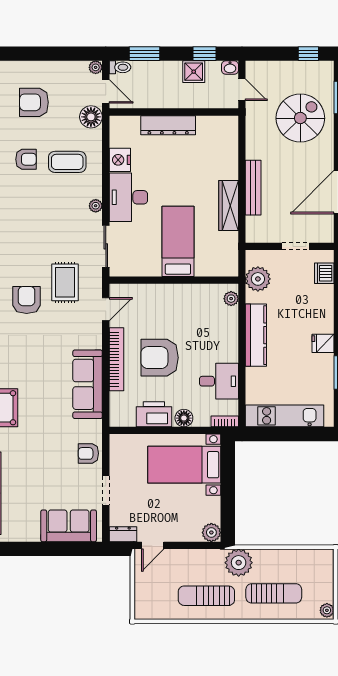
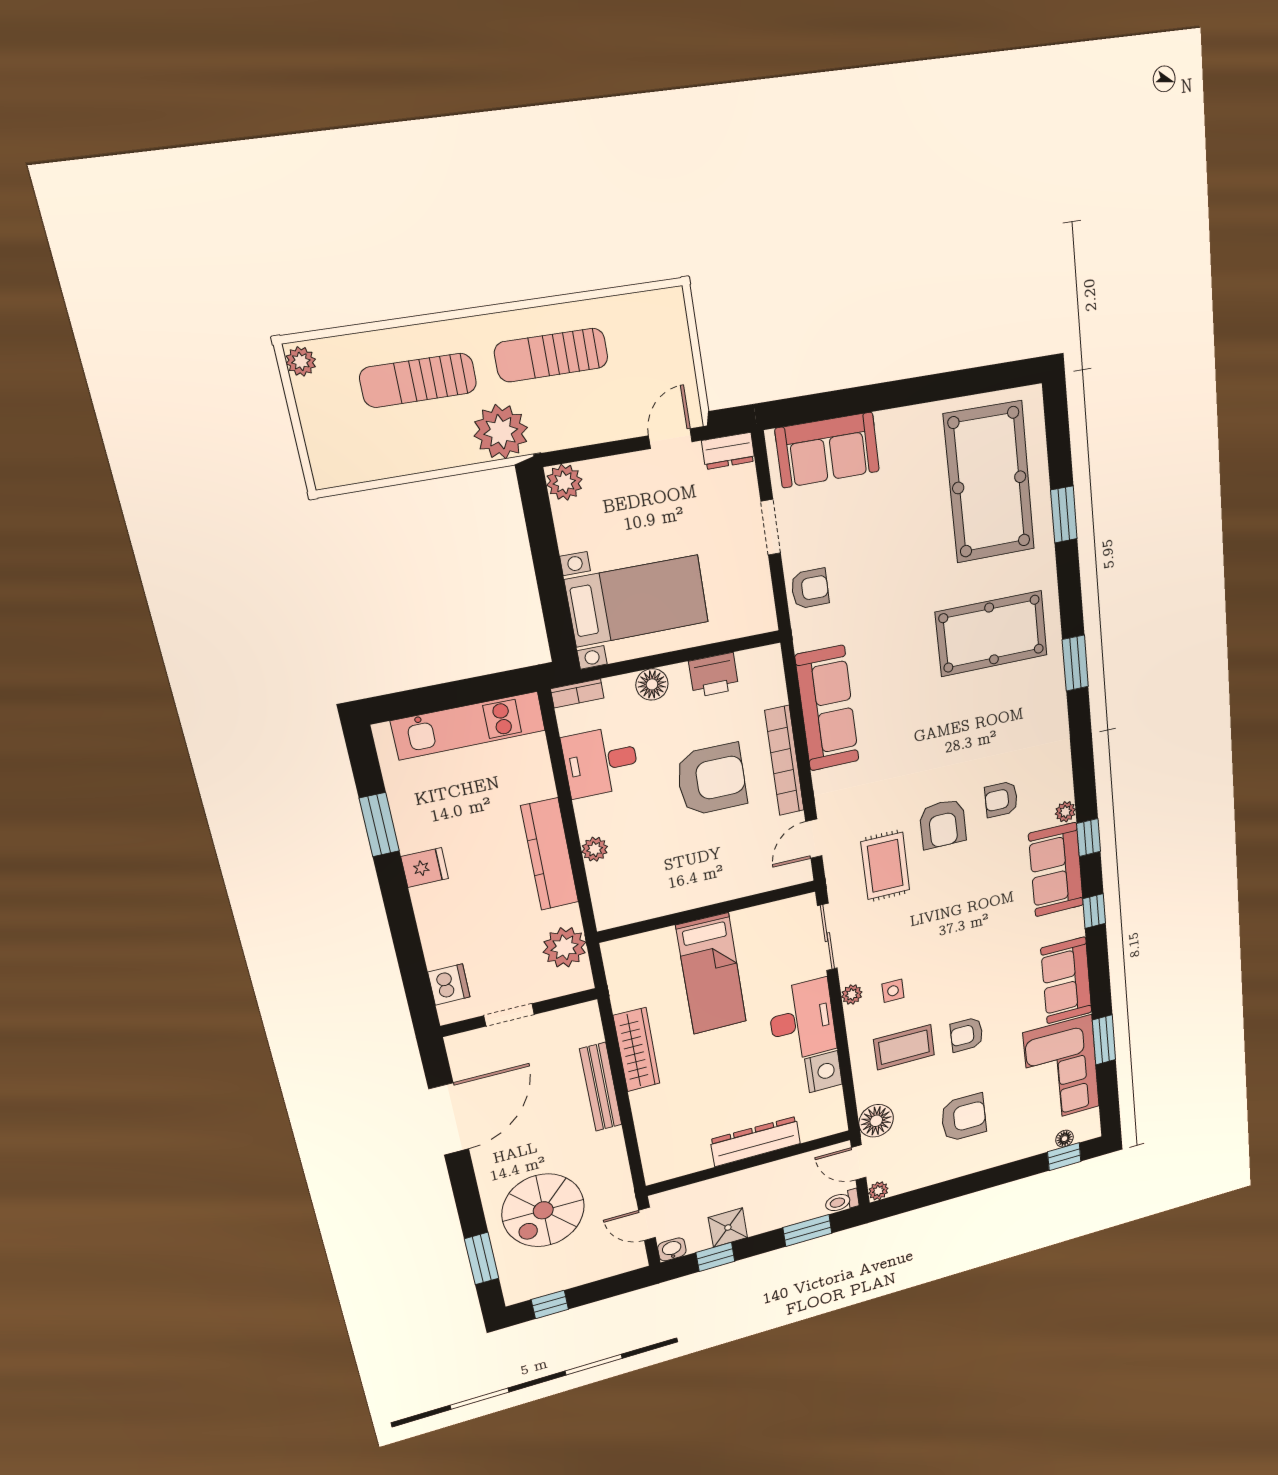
side table: (70, 201) -> (893, 991), added
plant: (231, 299) -> (595, 849), moved
printer: (154, 414) -> (714, 675), width x0.73, depth x0.84
sun lounger: (206, 596) -> (551, 355), turned 180

